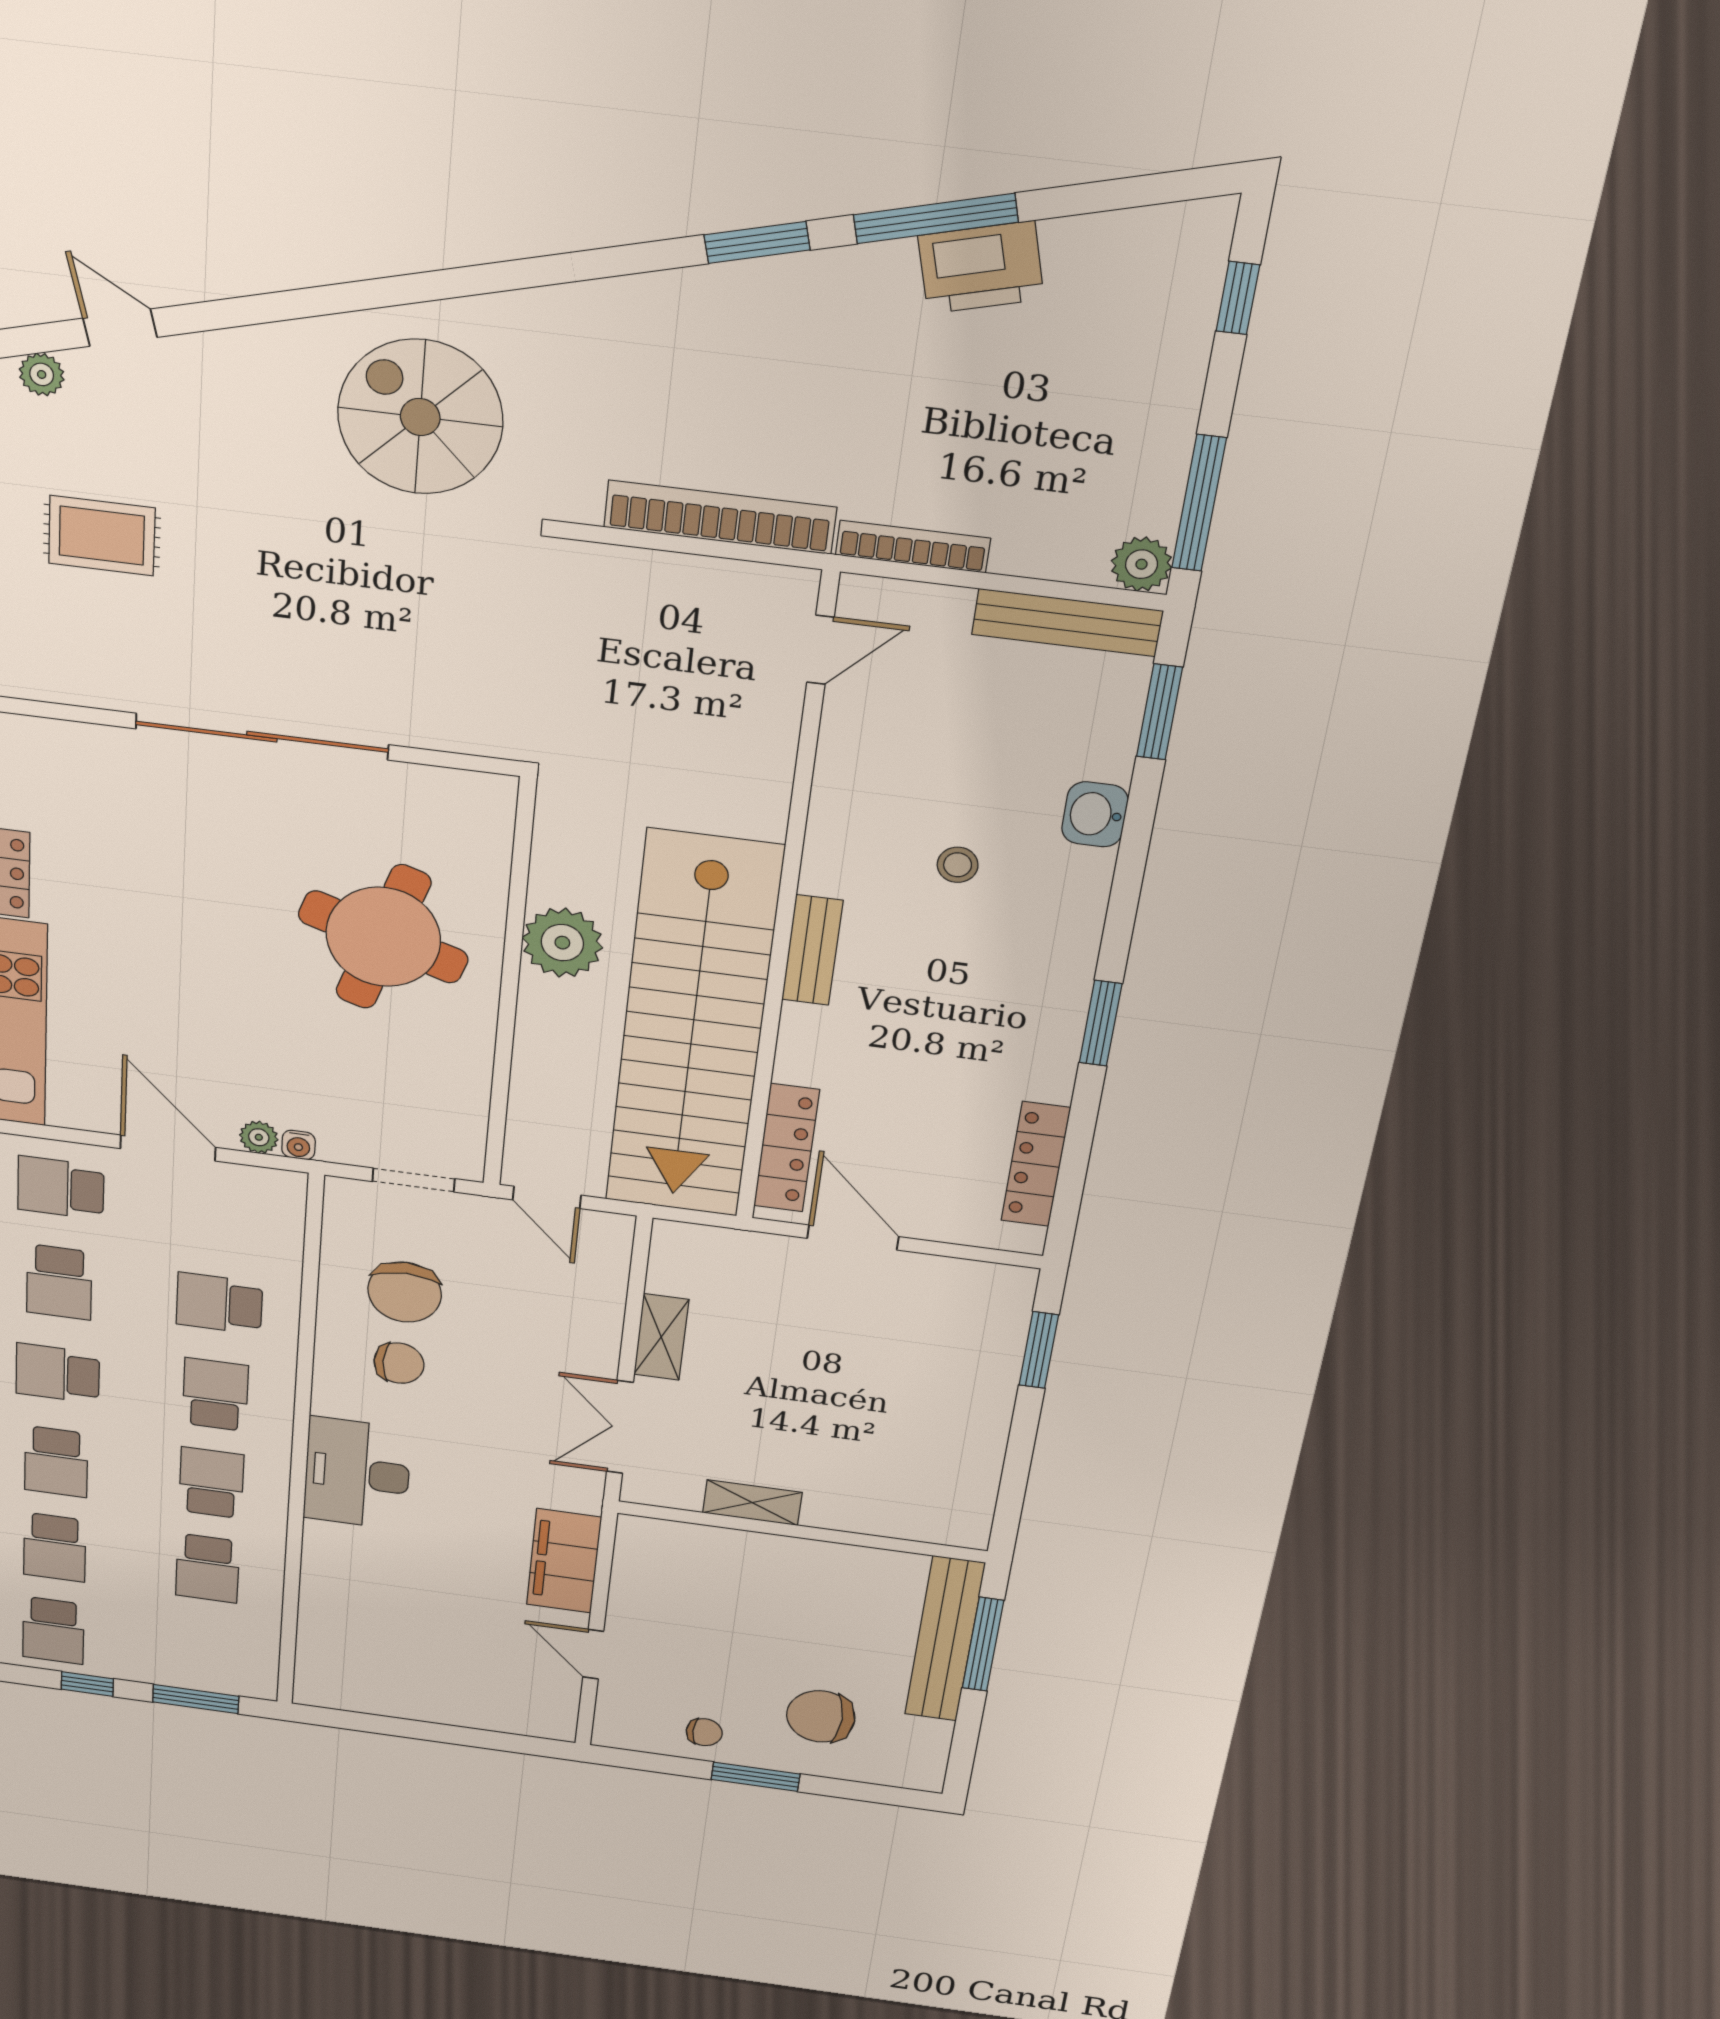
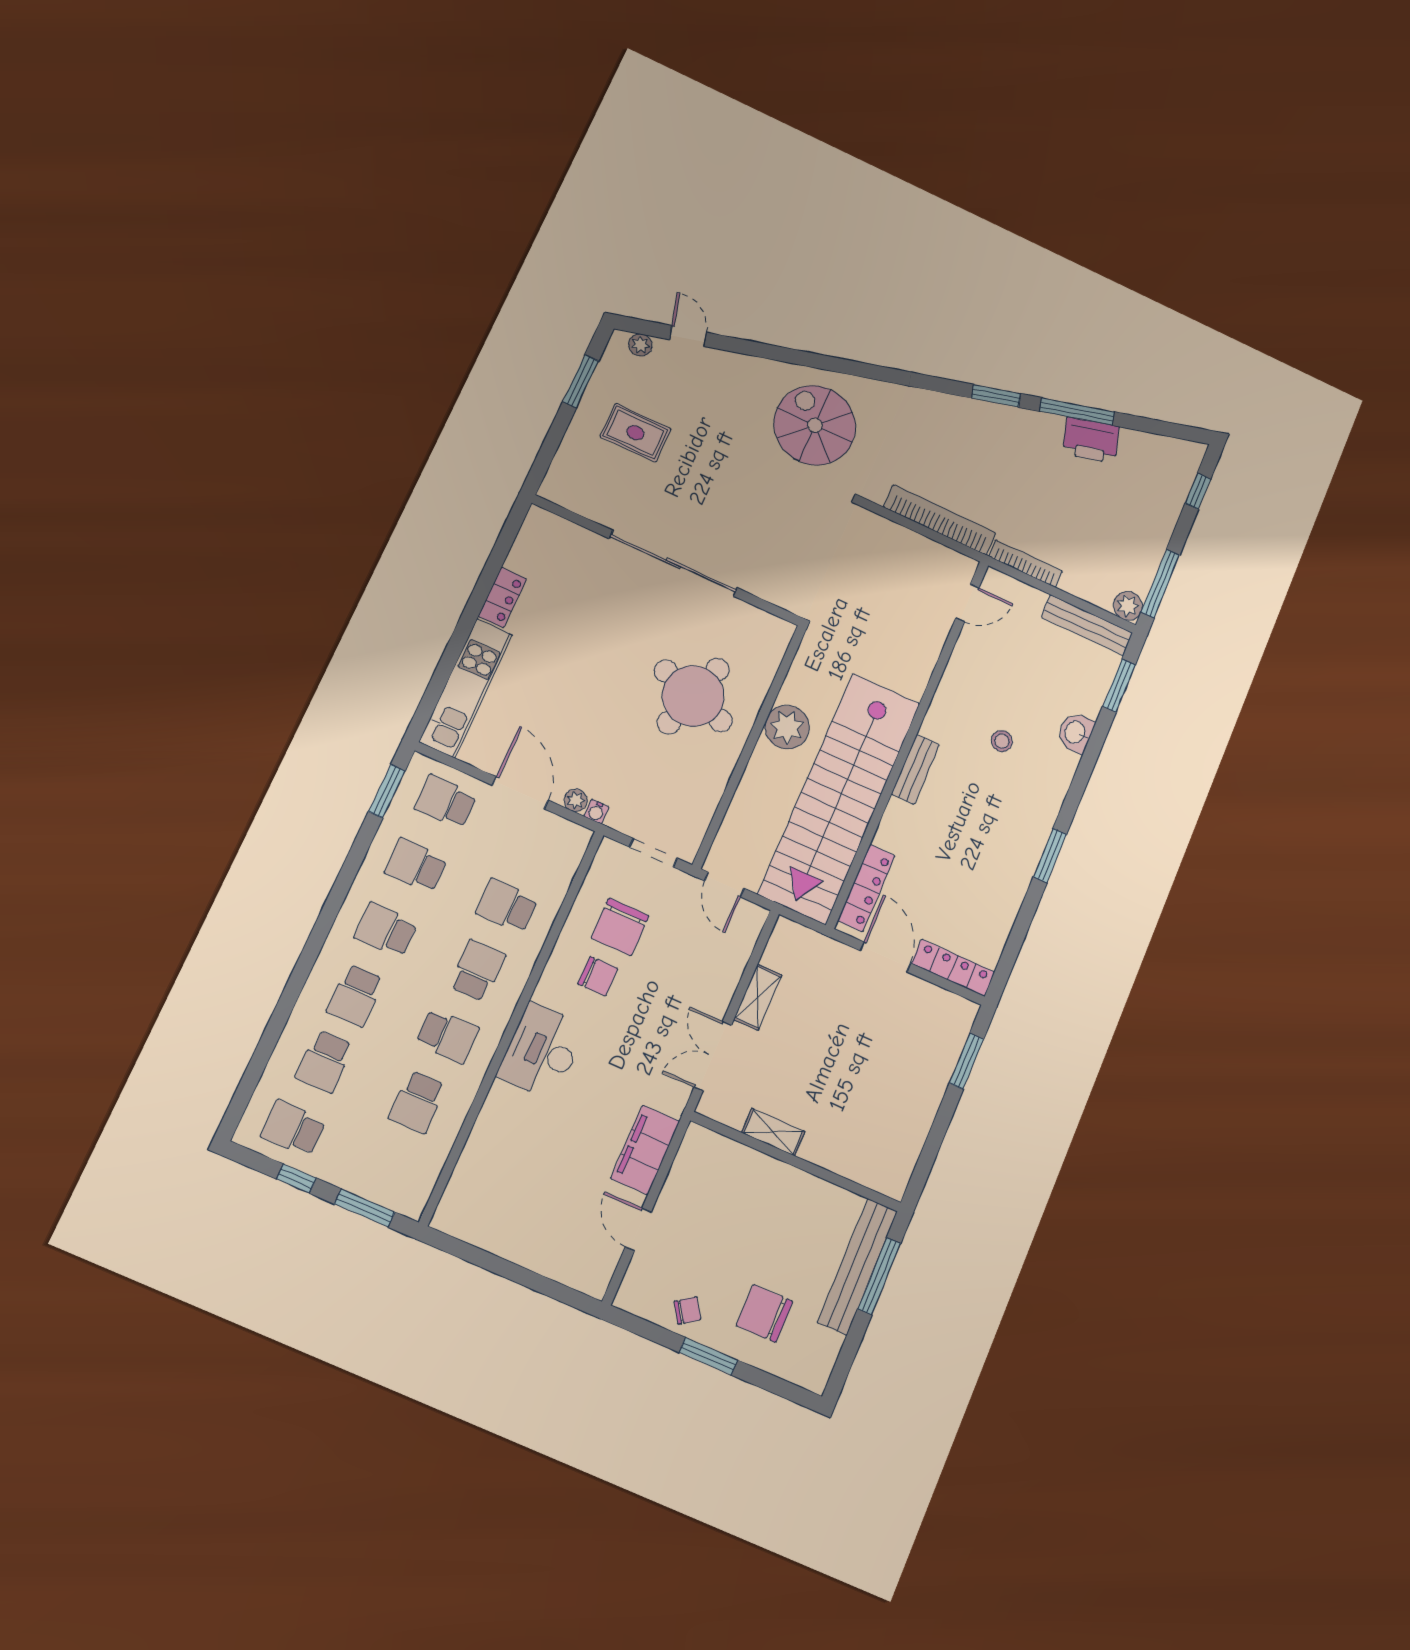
locker: (1036, 1164) -> (953, 968), moved, turned 90
school desk: (59, 1282) -> (416, 865), turned 90
school desk: (211, 1483) -> (448, 1036), turned 90
school desk: (53, 1630) -> (293, 1128), turned 90
chair: (704, 1732) -> (687, 1311), turned -34

